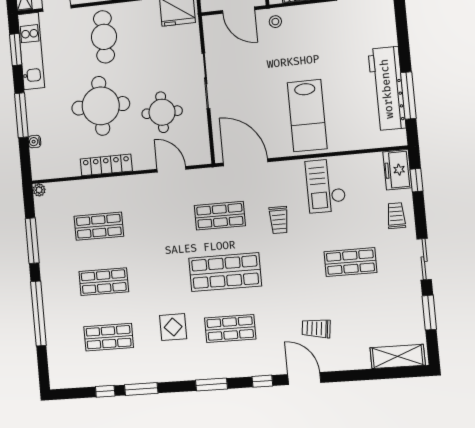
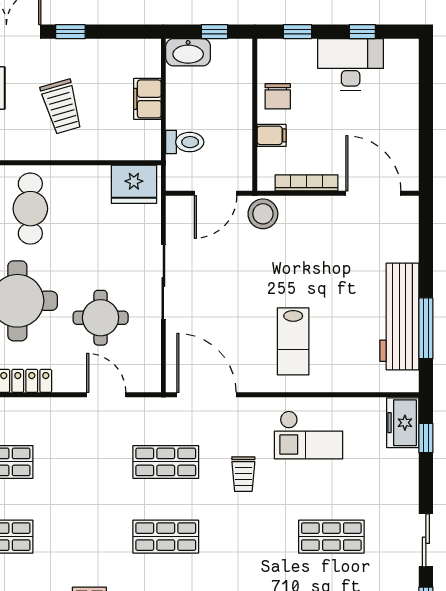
door: (238, 10) -> (216, 193), hinge flipped
stool: (275, 22) -> (263, 214), width x1.89, depth x1.89
lab bench: (307, 116) -> (293, 341), width x0.73, depth x0.72
checkout: (326, 186) -> (309, 435), turned -90
trolley: (396, 216) -> (396, 481), removed
shop shelf: (225, 272) -> (166, 537), width x0.70, depth x0.74

